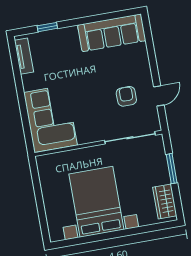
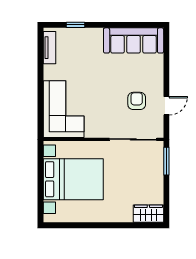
window: (172, 169) -> (166, 161), moved
bed with nightstands: (96, 202) -> (73, 179), moved, turned 90
wardrobe: (165, 202) -> (148, 214), moved, turned 90

